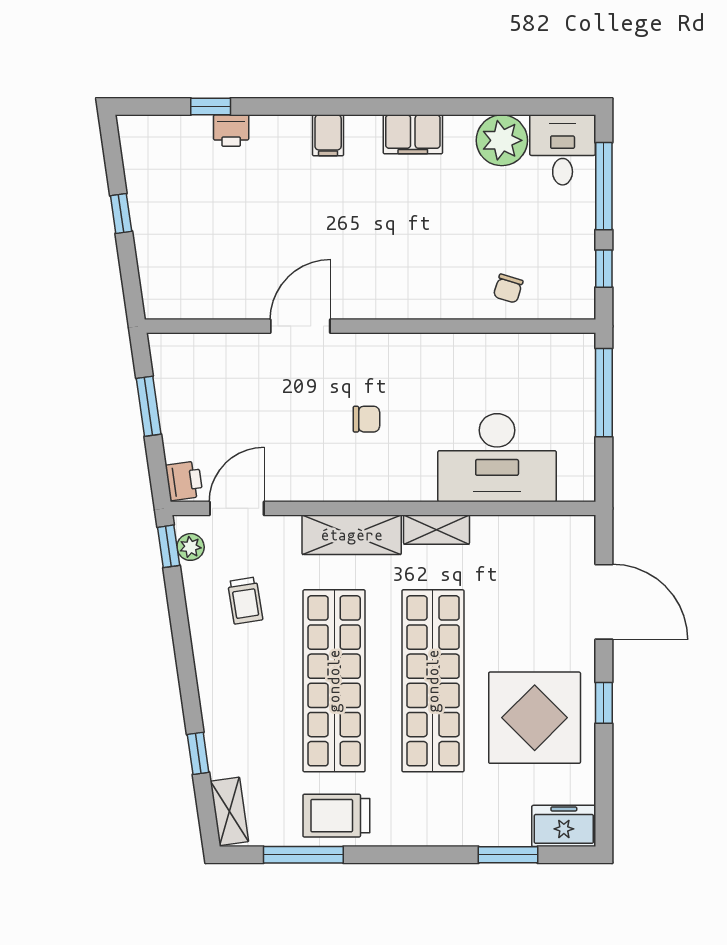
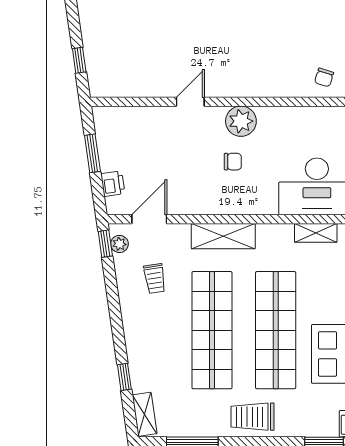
window: (121, 214) -> (79, 60), moved
door: (300, 326) -> (190, 102), width x0.73
plant: (379, 356) -> (241, 121), added
printer: (184, 481) -> (113, 184), moved
shelving: (436, 530) -> (316, 233), moved
trolley: (336, 816) -> (253, 417), moved

